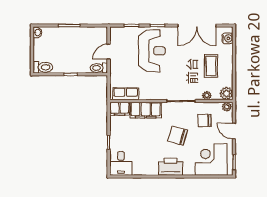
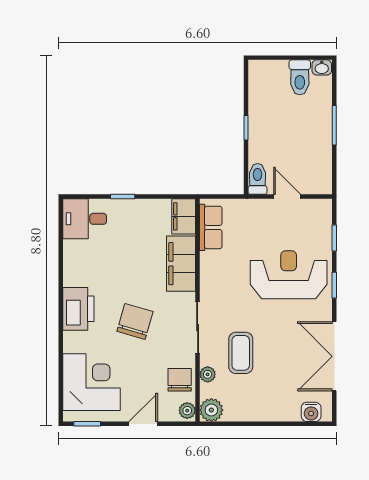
reception desk: (152, 51) -> (289, 275), turned 180
coffee table: (211, 66) -> (241, 353), moved, turned 90
toilet: (43, 67) -> (300, 77), moved
chair: (205, 121) -> (180, 380), moved

